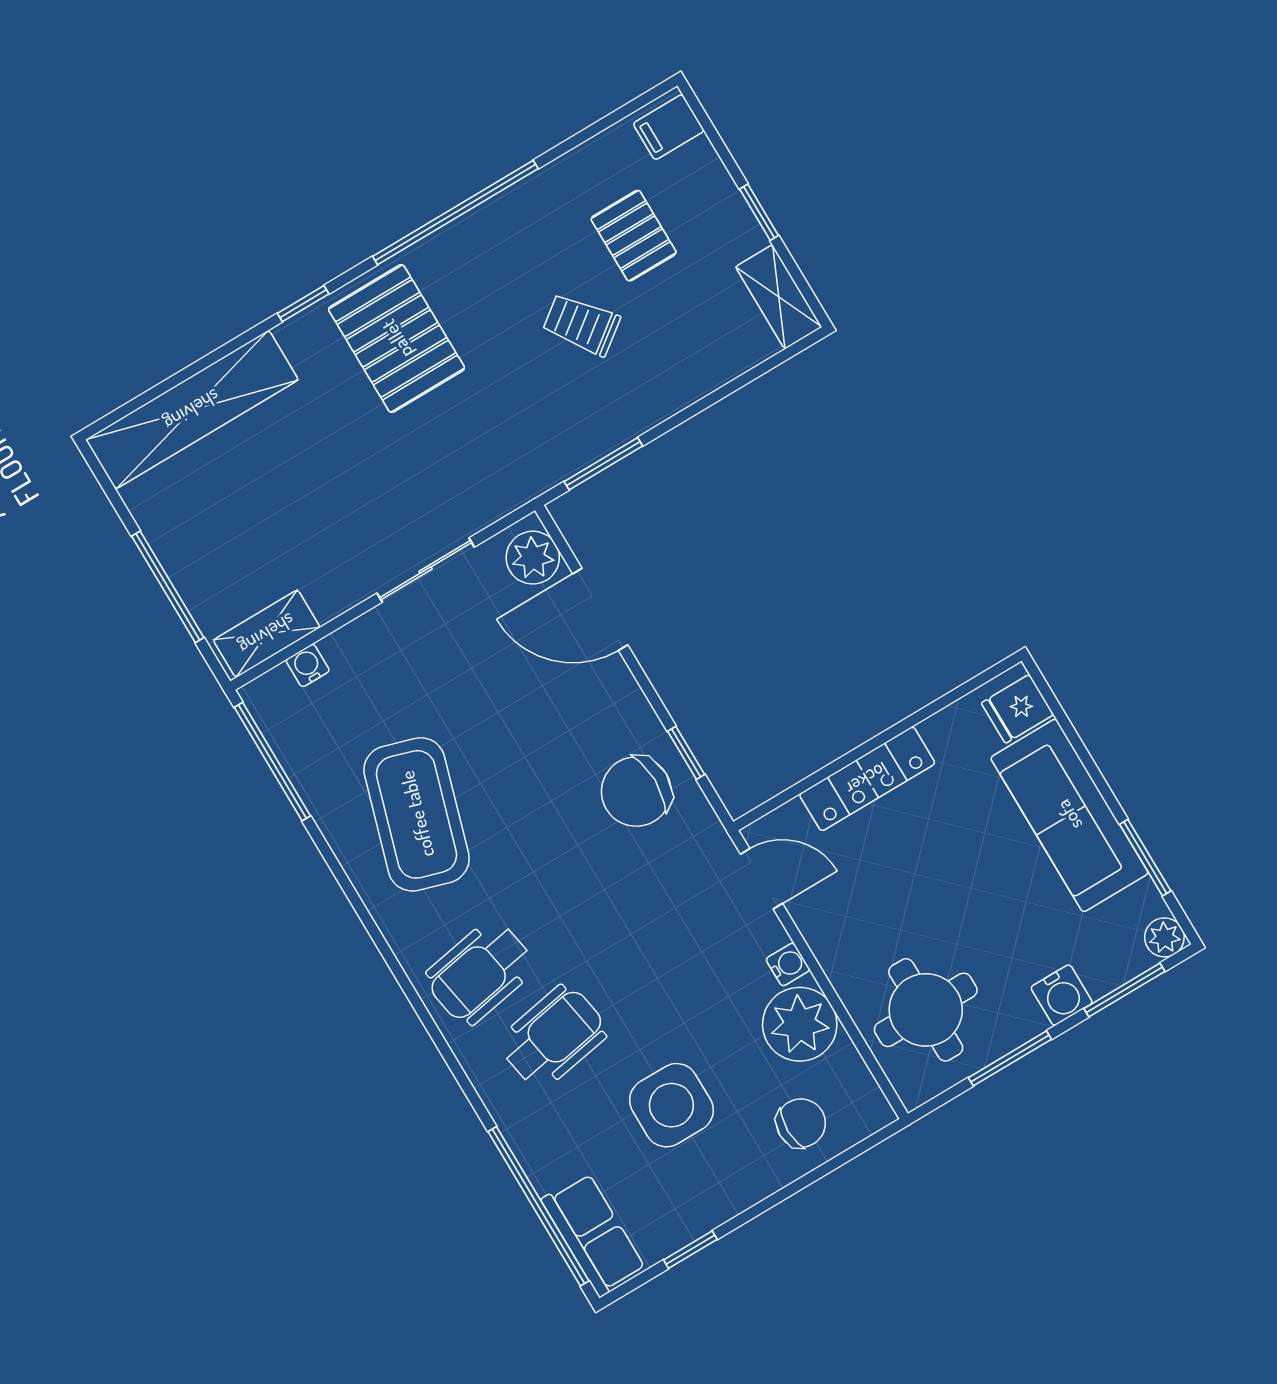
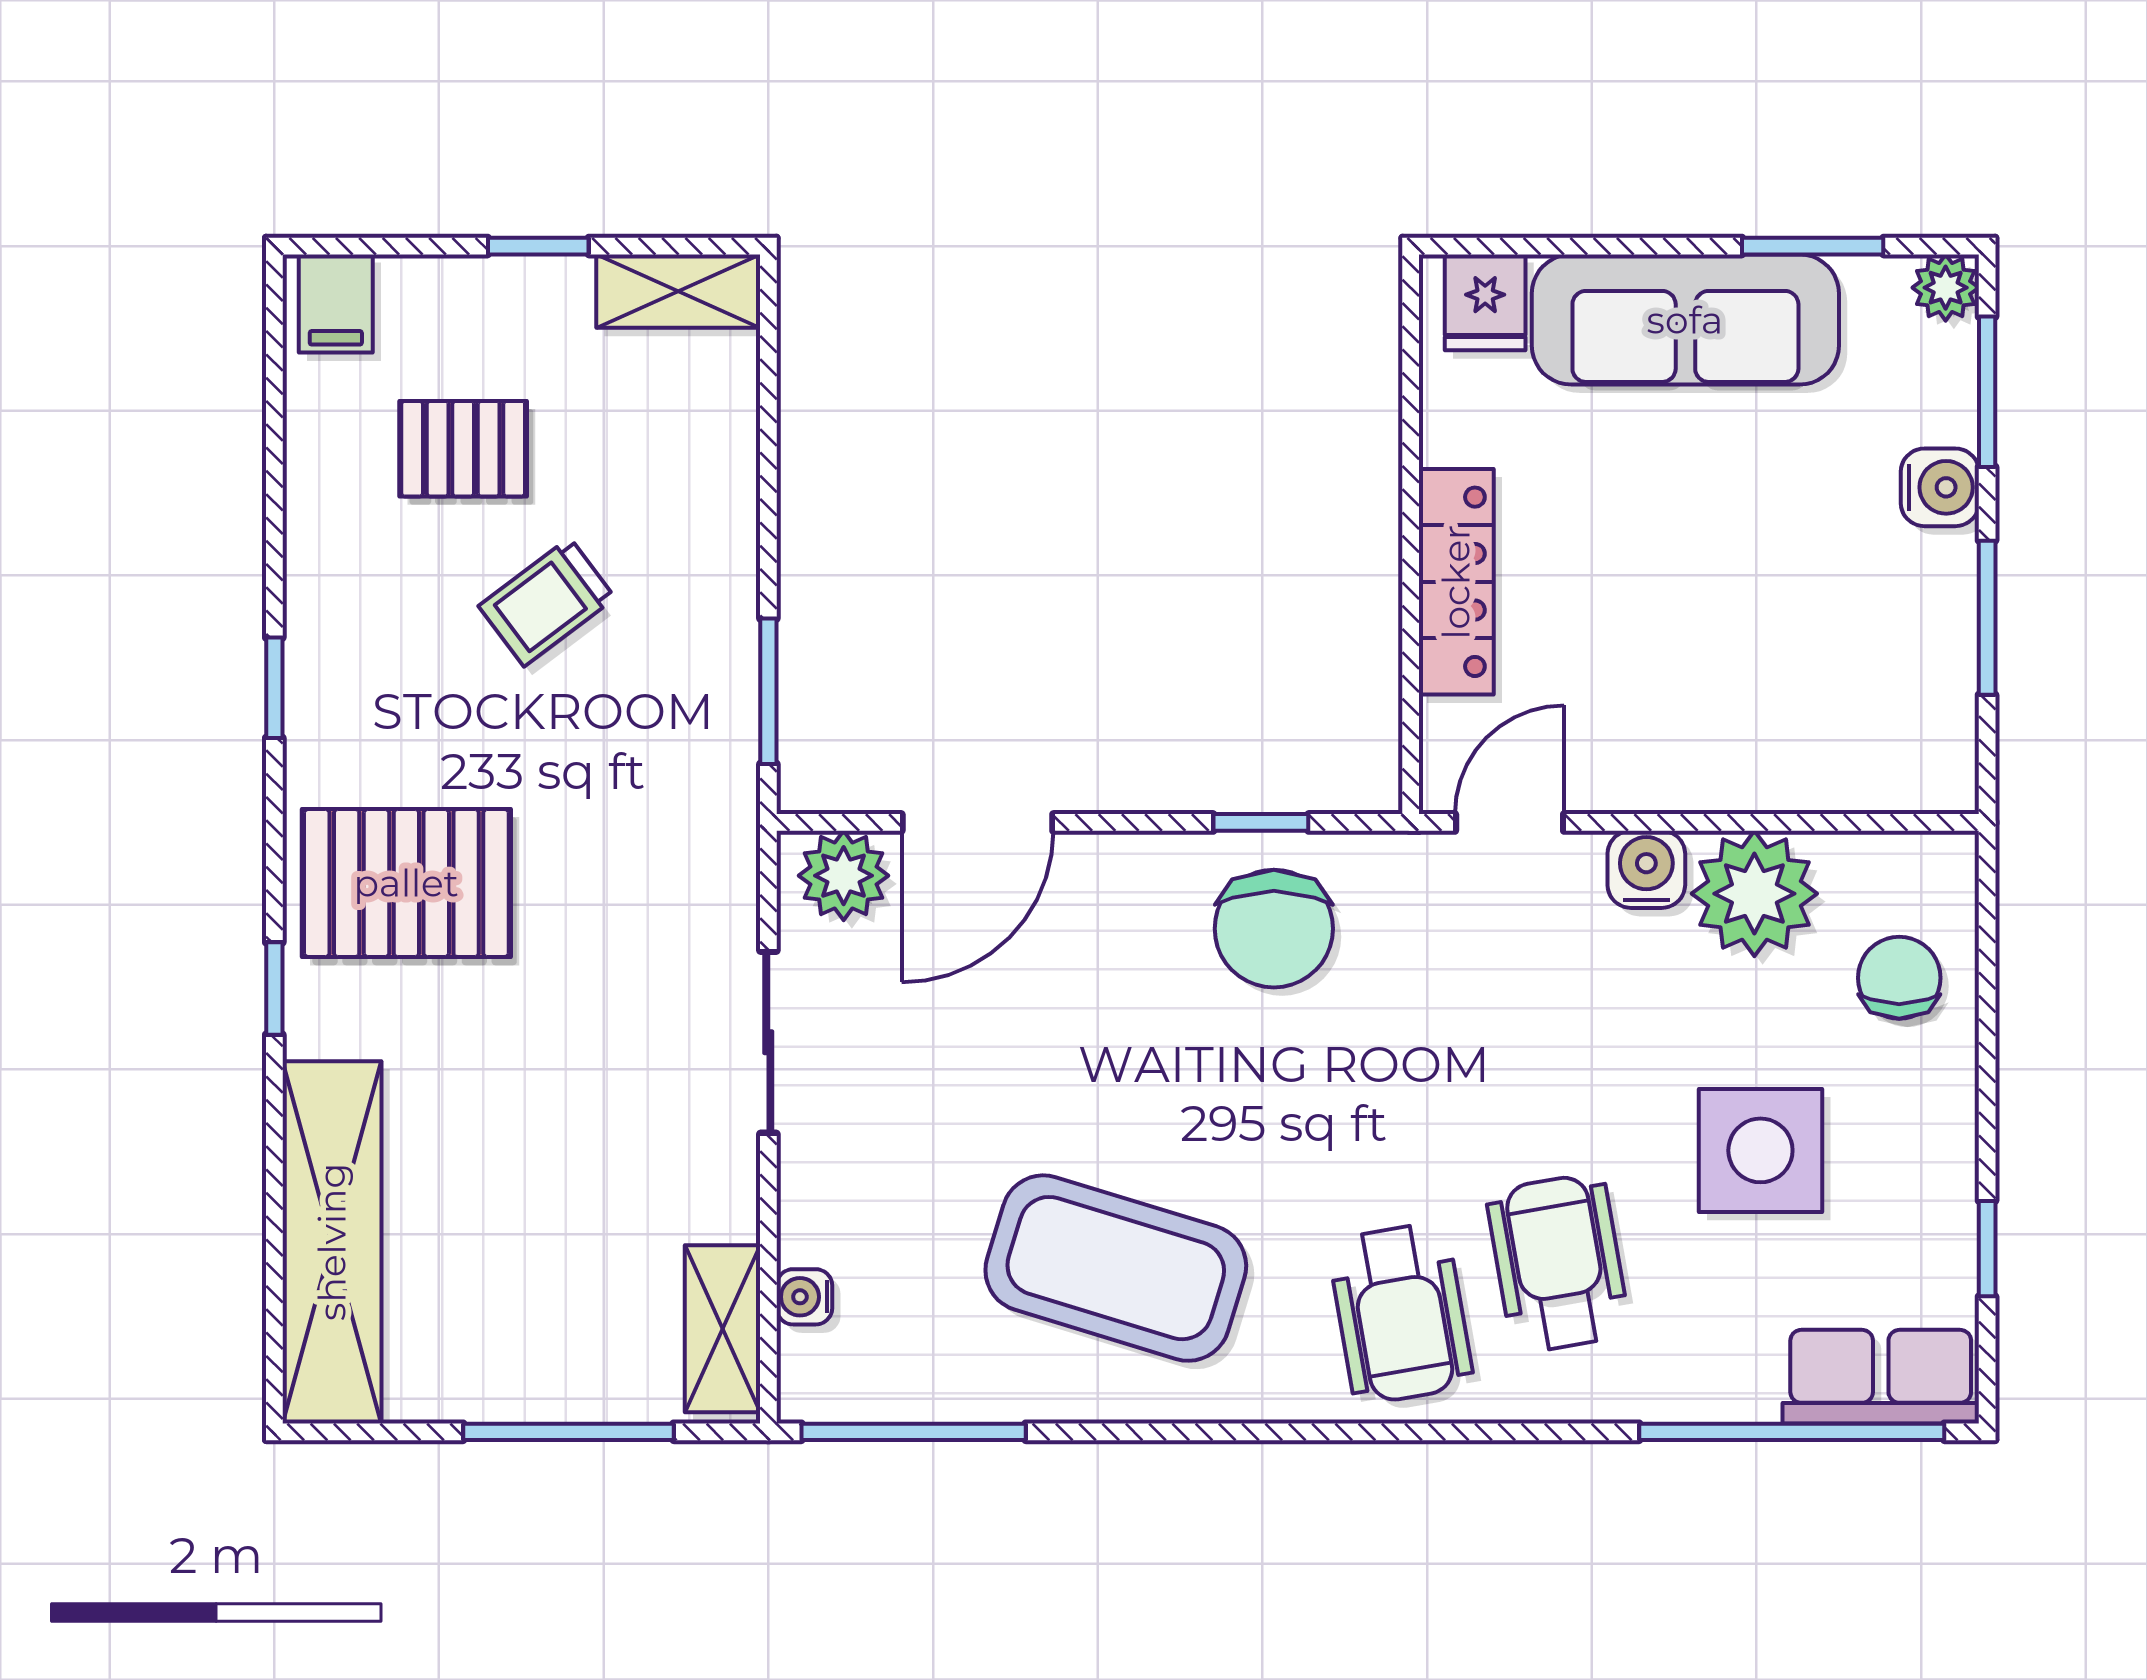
window: (455, 212) -> (274, 688), width x0.32
water cooler: (788, 964) -> (1646, 869), width x1.38, depth x1.38
round table: (926, 1010) -> (1843, 698), removed

